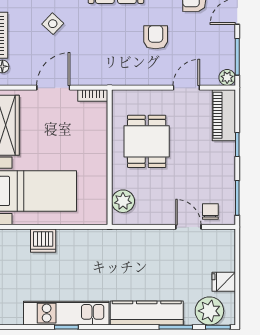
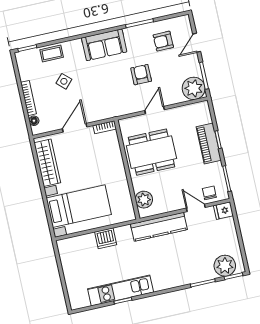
plant: (227, 77) -> (194, 88), width x1.88, depth x1.88
door: (186, 88) -> (155, 110), moved
piano: (224, 115) -> (209, 143), moved
dining table: (147, 141) -> (151, 152), width x1.38
dishwasher: (43, 241) -> (106, 238), moved
fridge: (224, 282) -> (223, 211), moved
kitchen counter: (147, 313) -> (159, 227), moved, turned 180

